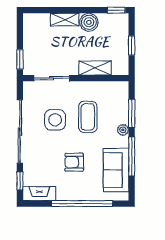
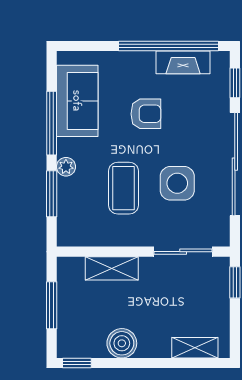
shelving: (65, 20) -> (195, 348), moved
window: (132, 45) -> (52, 305), width x1.50
fireplace: (39, 194) -> (183, 62), moved
window: (82, 204) -> (168, 46), moved

